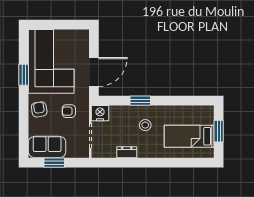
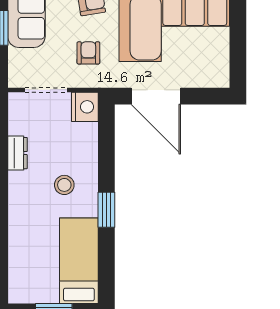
window: (140, 101) -> (106, 210), moved
bed: (189, 136) -> (79, 261), moved

